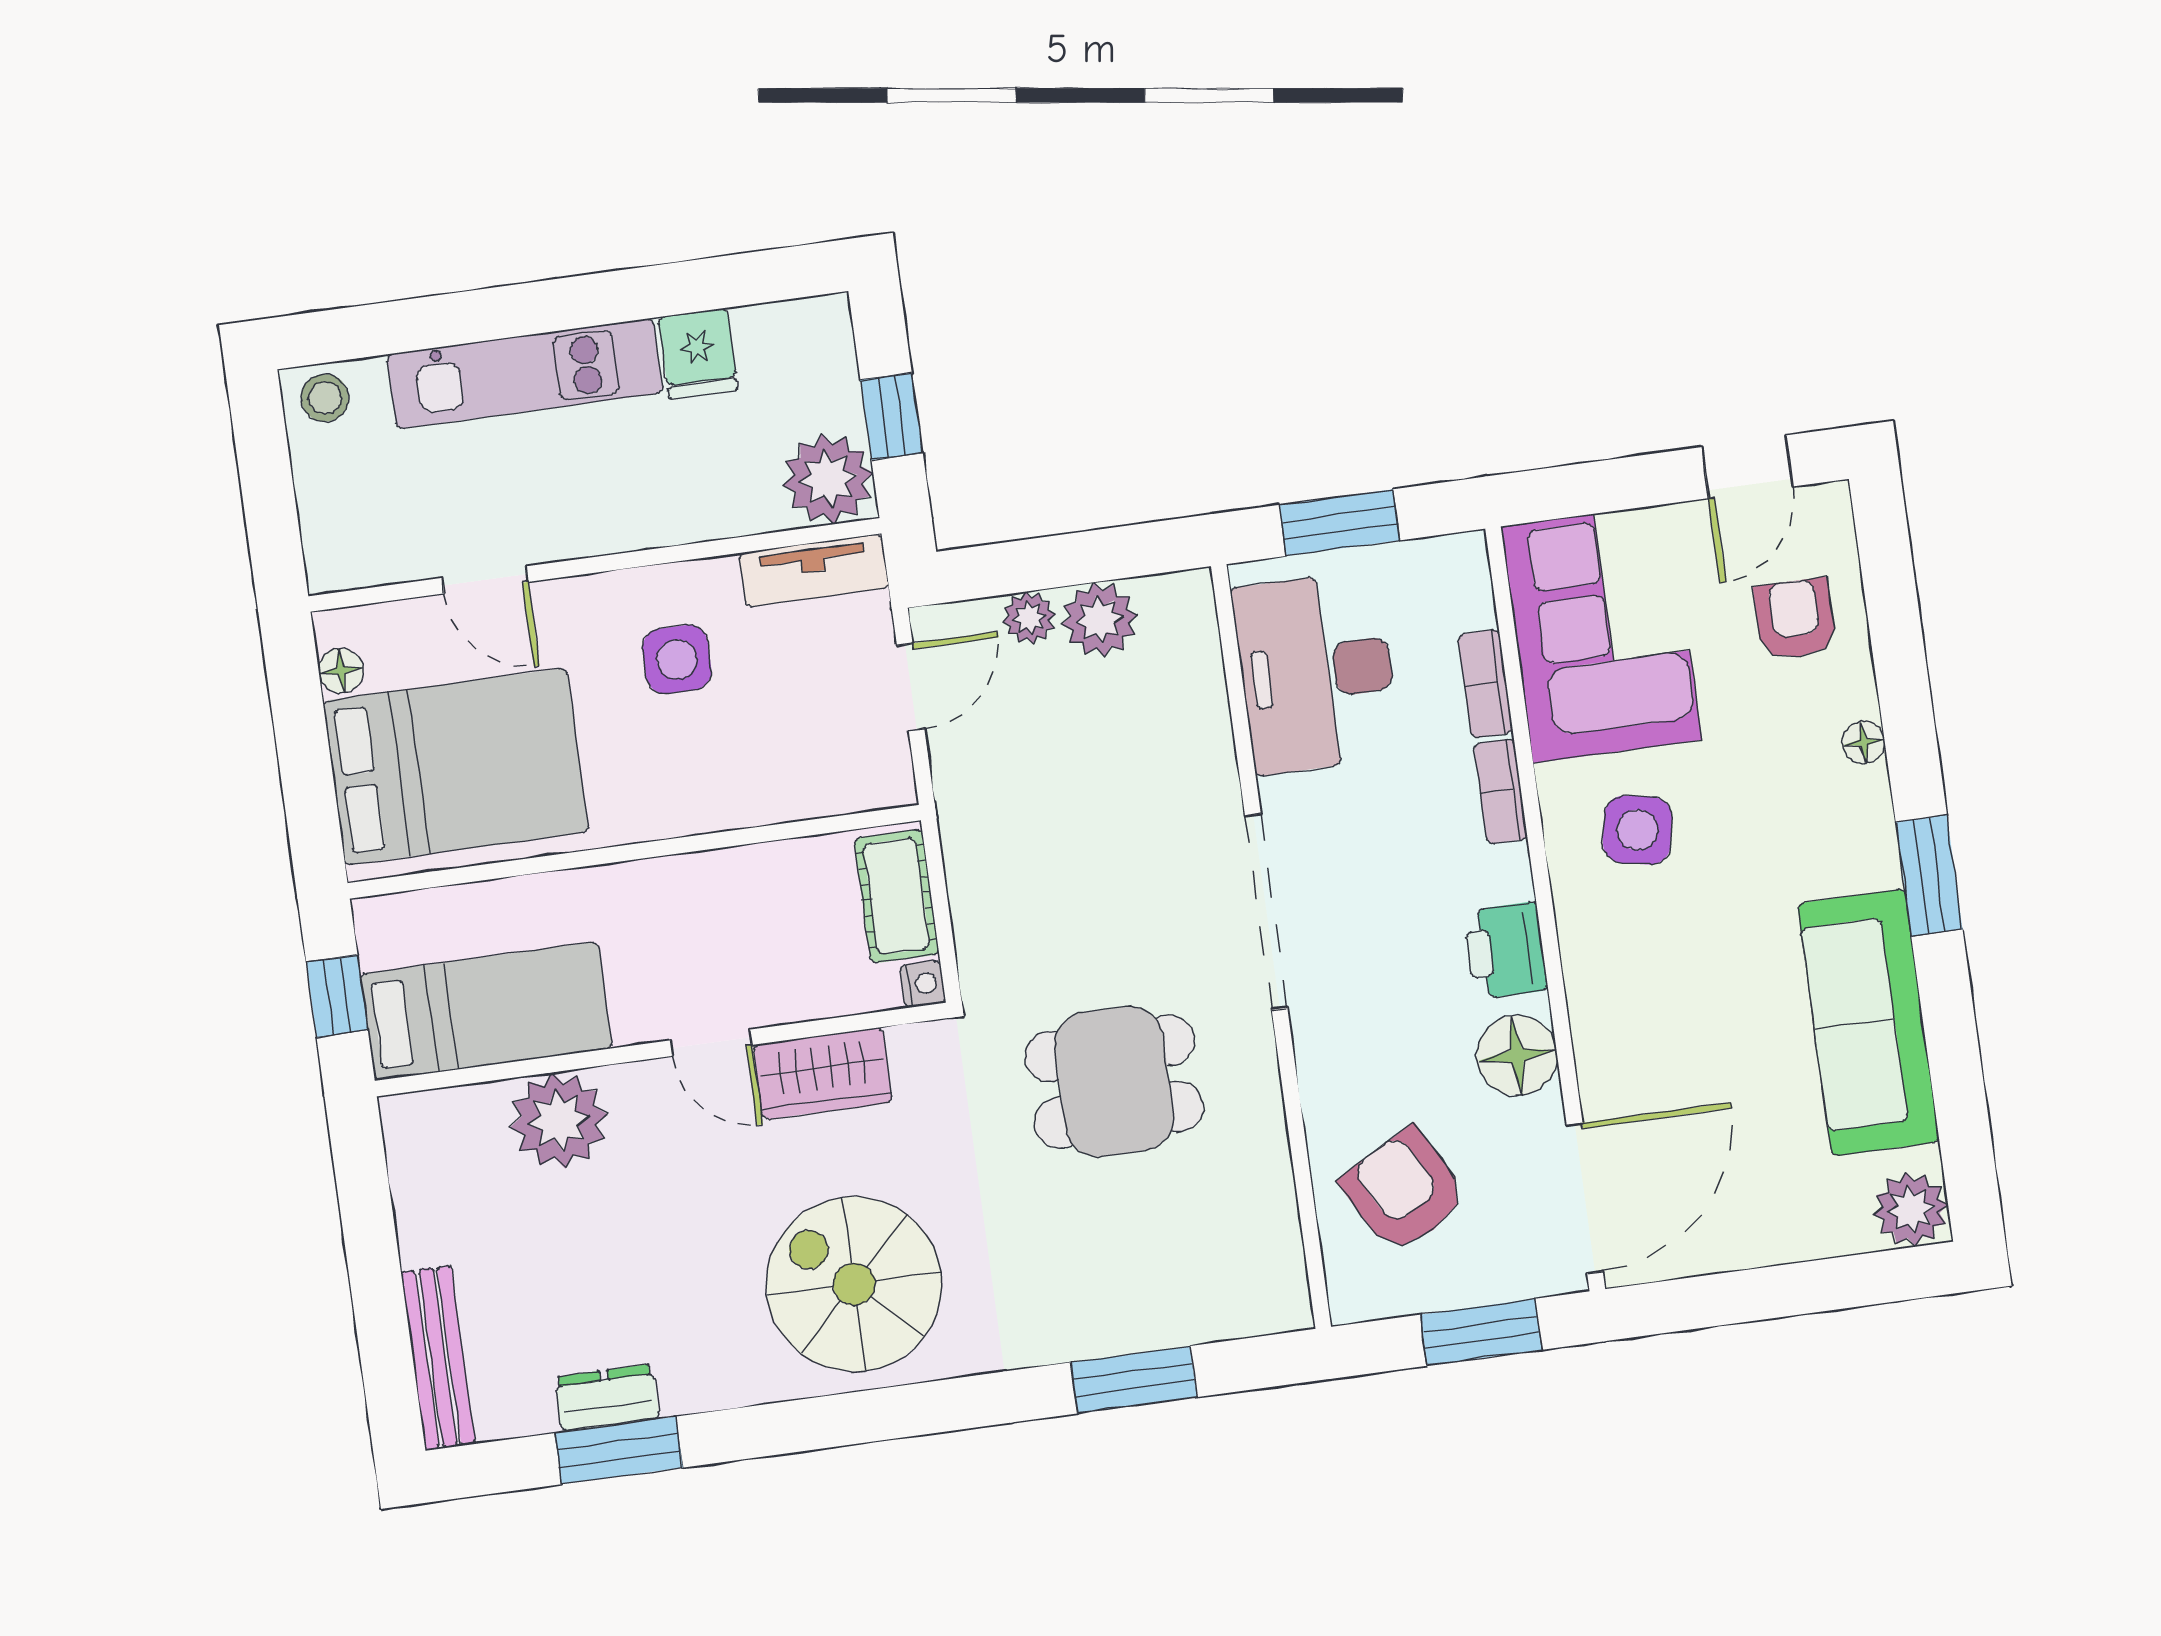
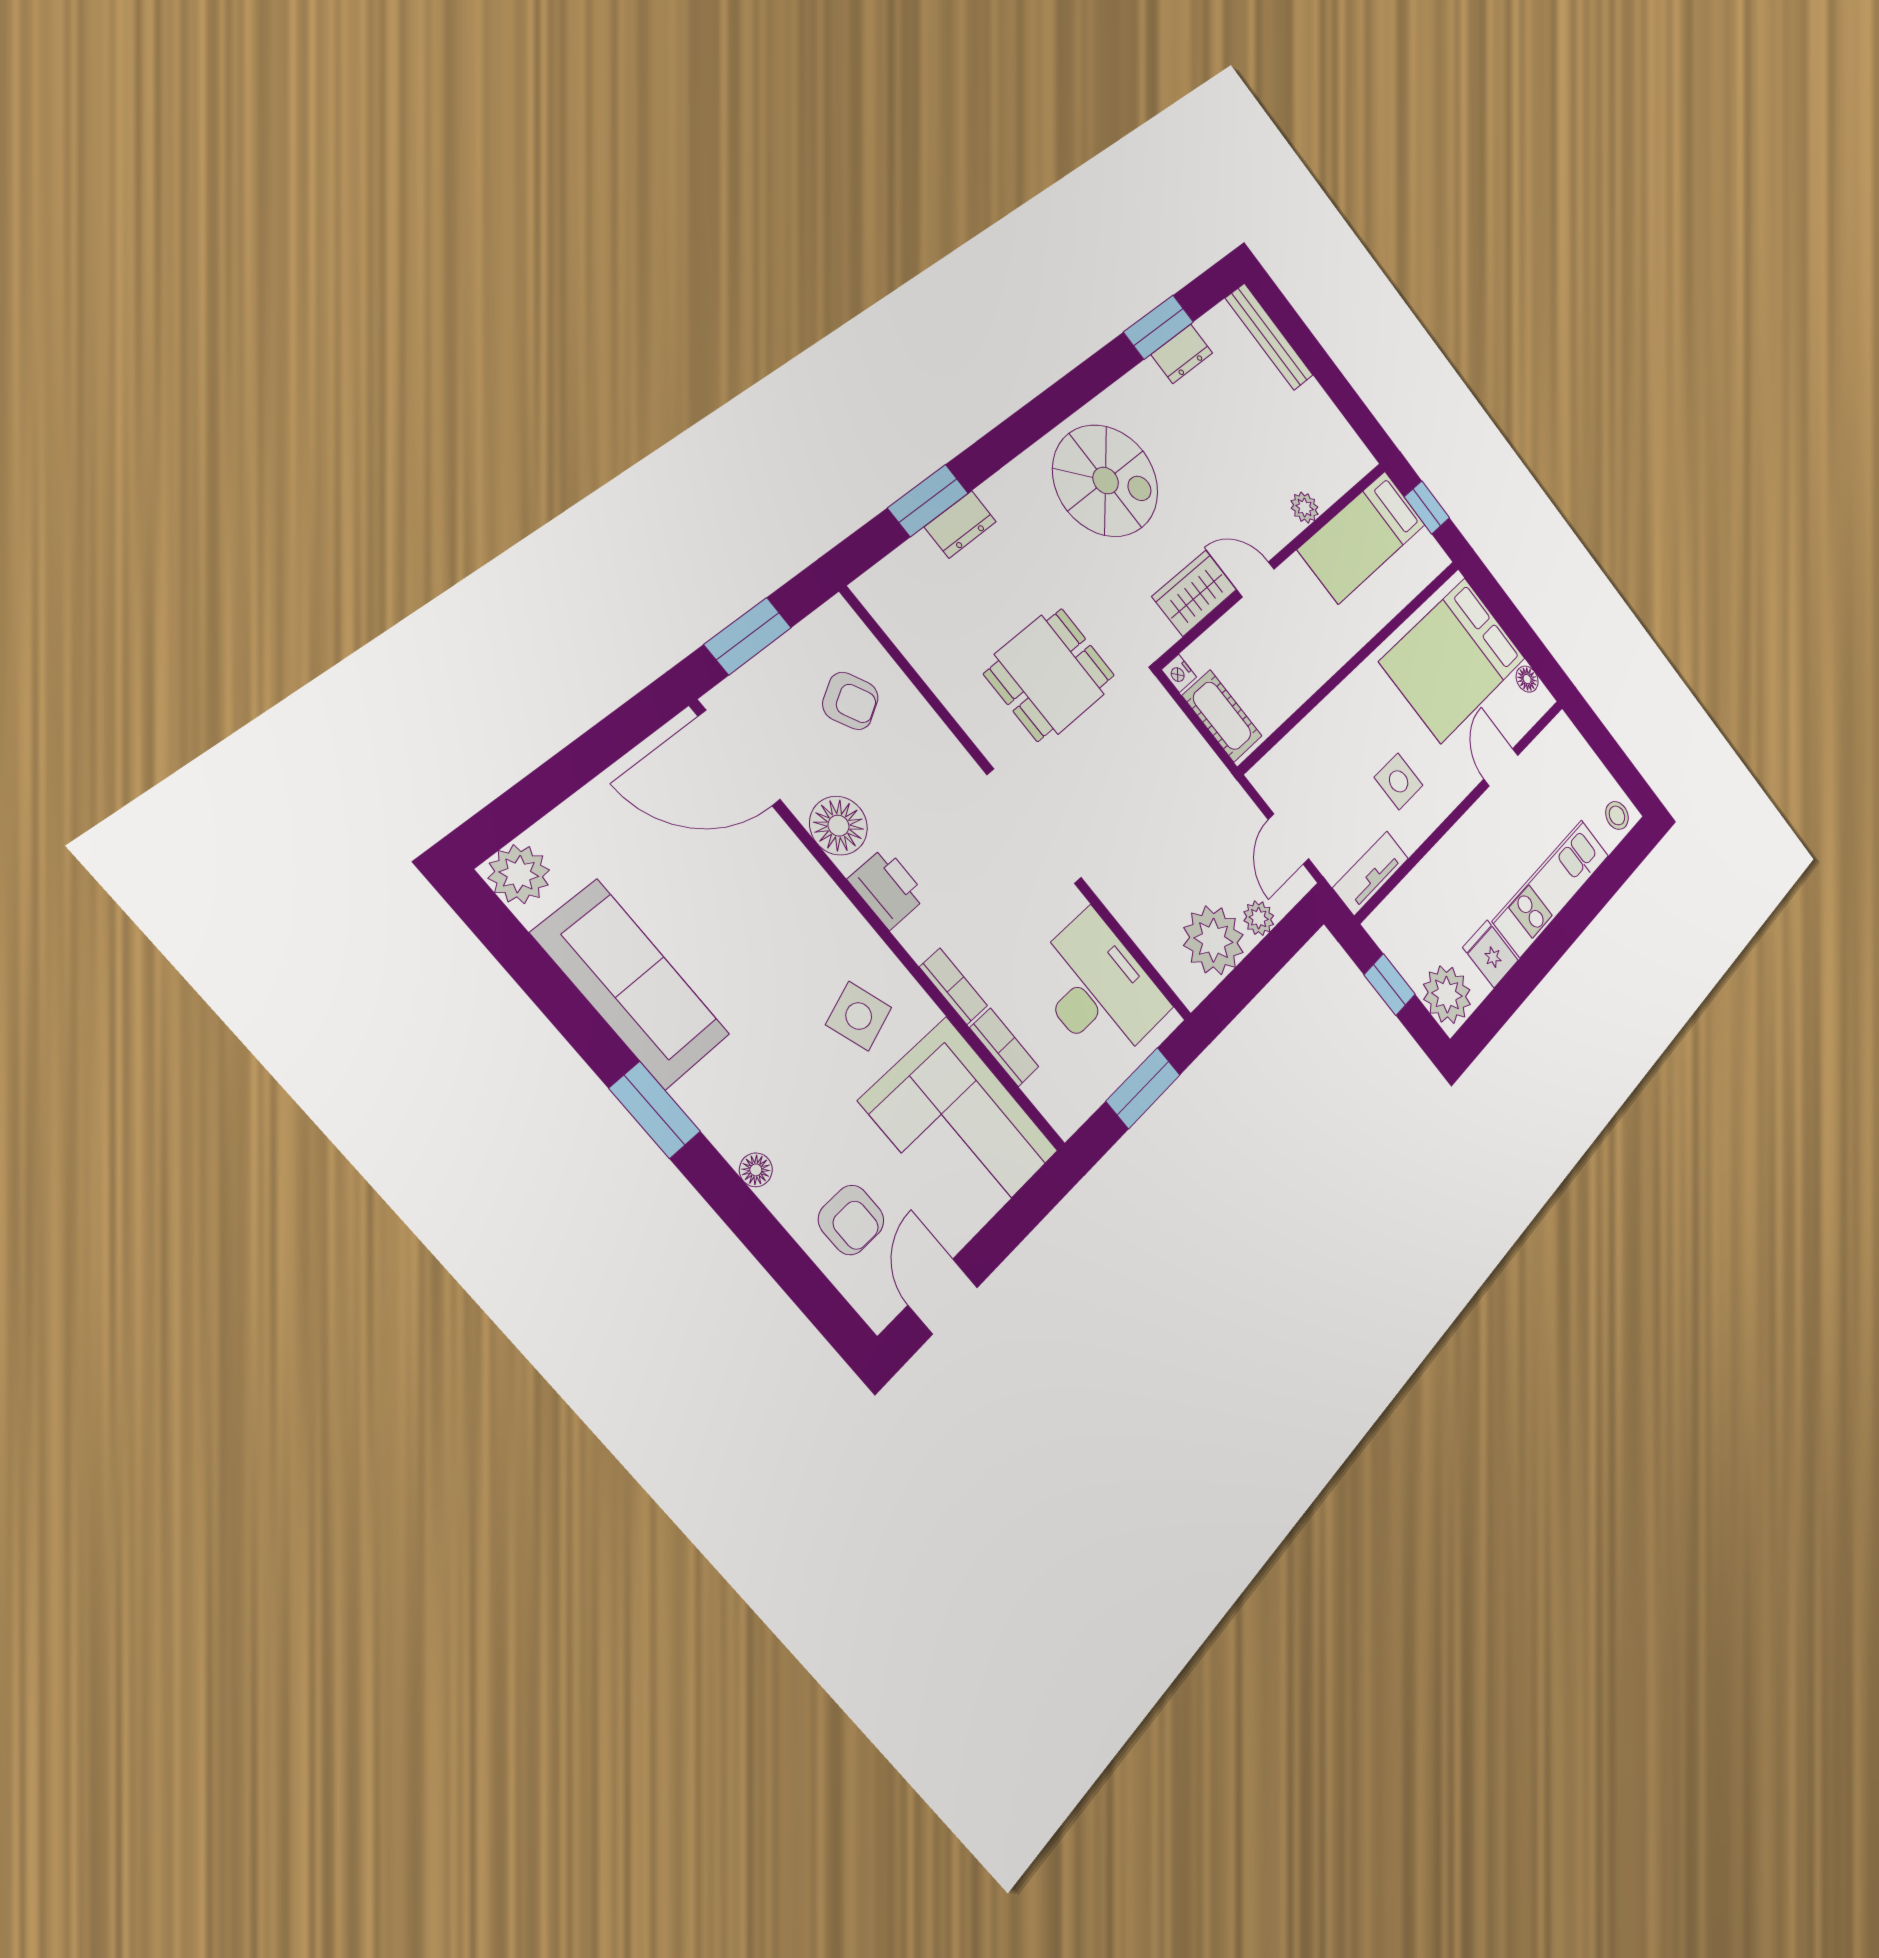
plant: (828, 479) -> (1447, 995), moved
door: (485, 580) -> (1501, 767), hinge flipped
plant: (1099, 620) -> (1214, 940), width x1.36, depth x1.36
side table: (1637, 830) -> (859, 1016), turned -30
plant: (559, 1120) -> (1305, 508), width x0.53, depth x0.53
armchair: (1404, 1191) -> (850, 701), width x0.72, depth x0.72
door: (1585, 1198) -> (739, 758), hinge flipped
dresser: (1109, 1329) -> (960, 524), added

